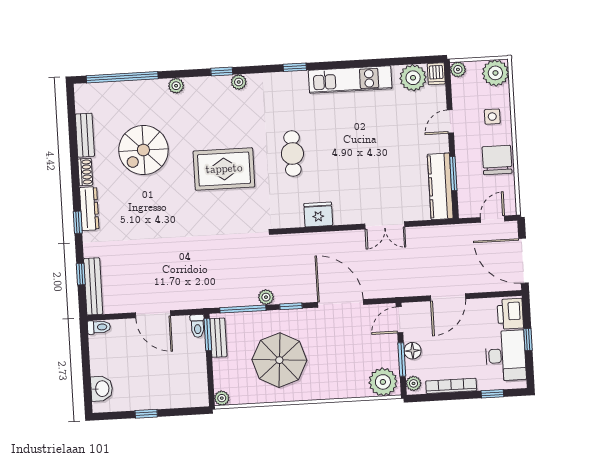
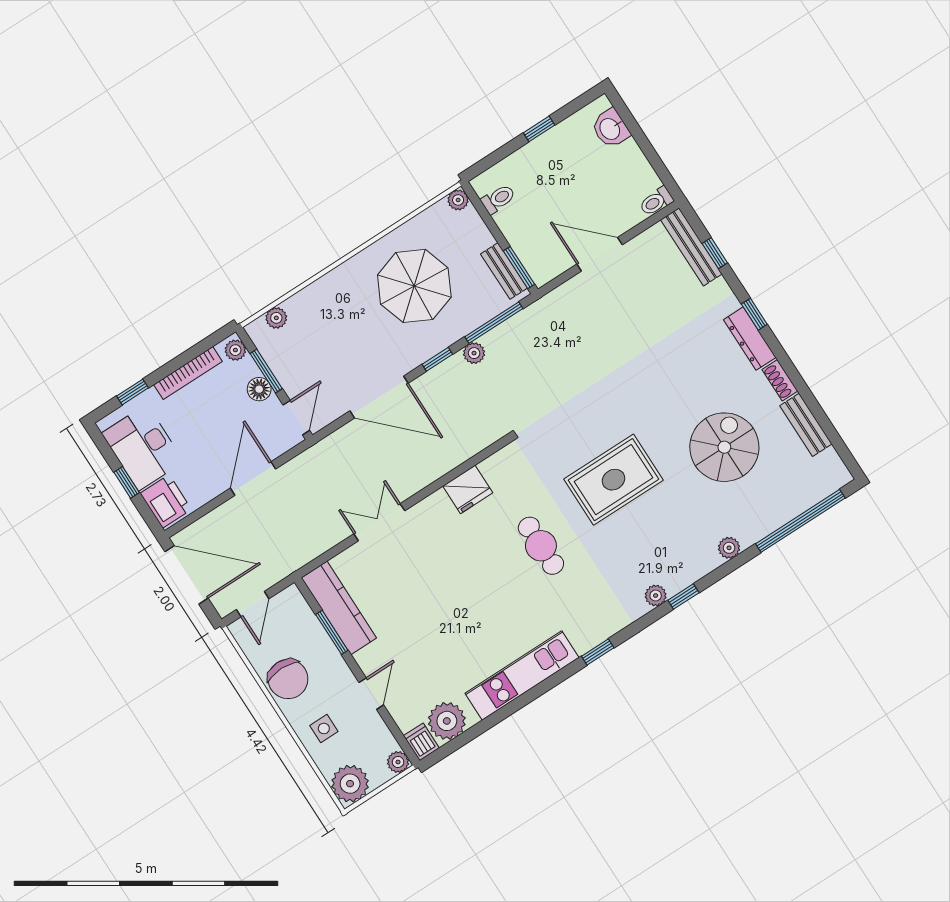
toilet: (197, 326) -> (498, 199), moved, turned 90
plant: (383, 382) -> (276, 318), width x0.53, depth x0.53

